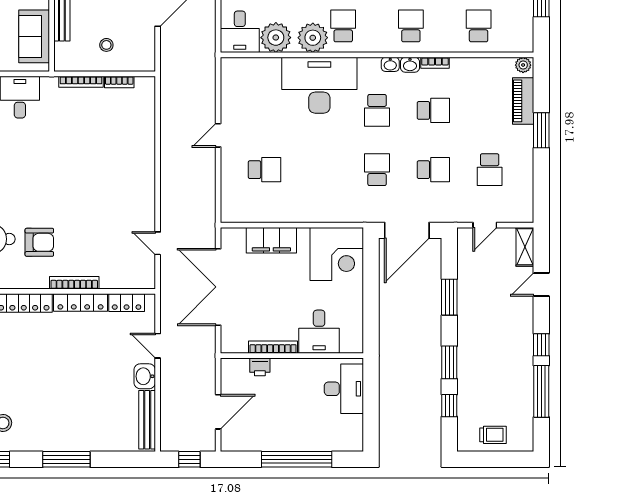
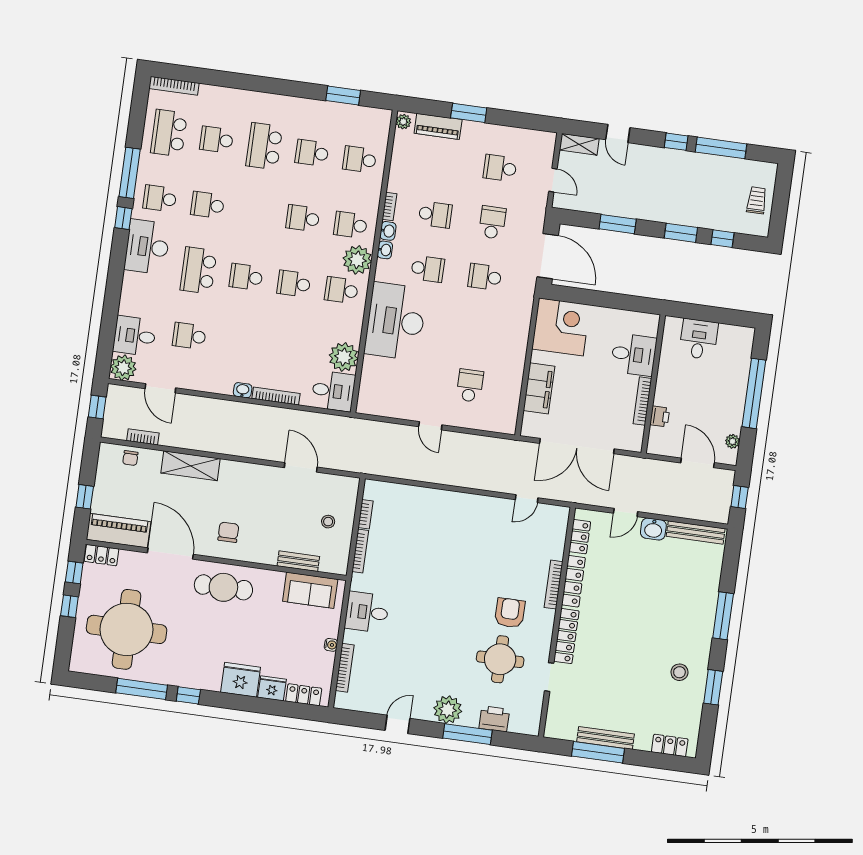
plant: (313, 38) -> (357, 260), moved
school desk: (433, 110) -> (435, 214), turned 90
school desk: (490, 170) -> (500, 168), turned 180
desk: (344, 389) -> (699, 339), width x0.73
plant: (245, 444) -> (732, 441), added

